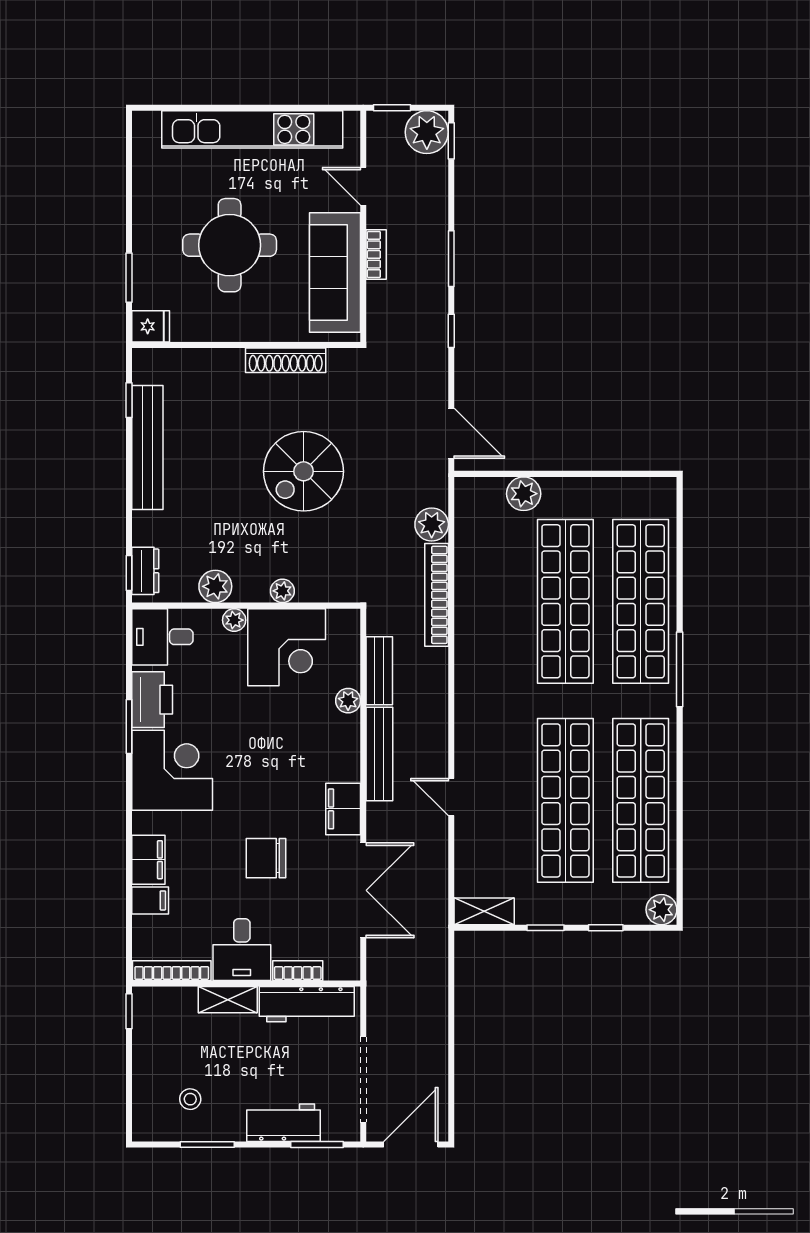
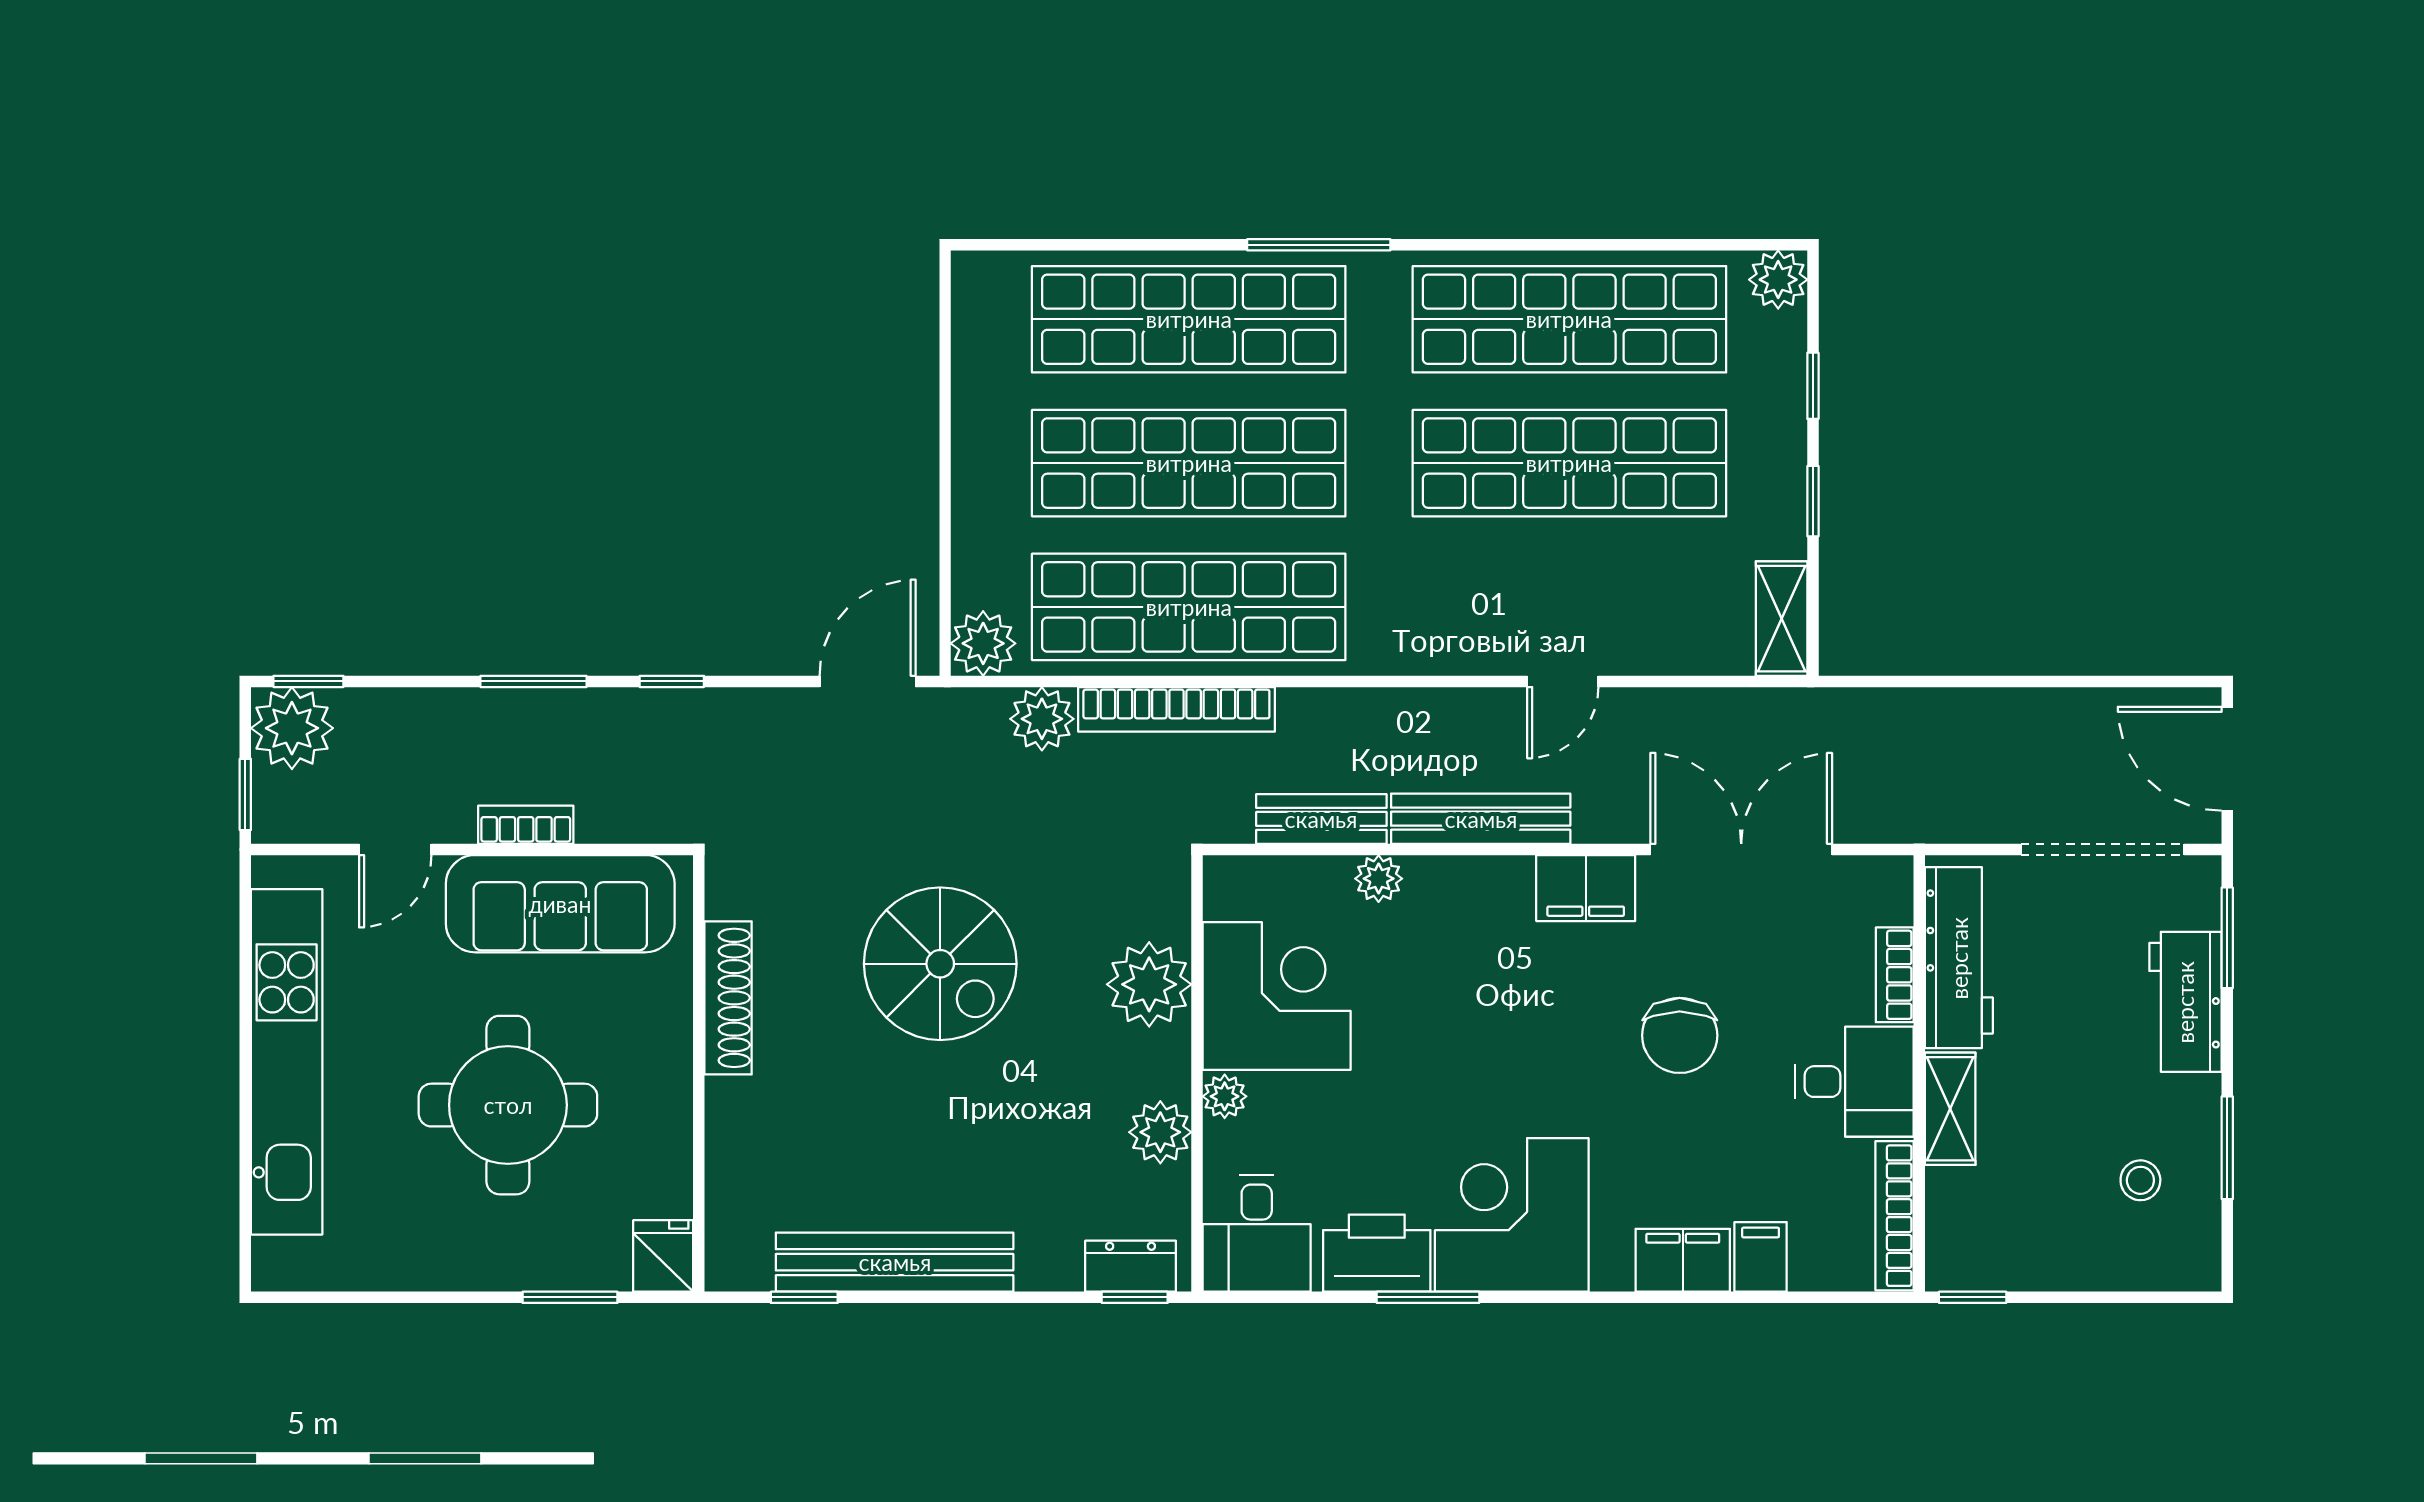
plant: (524, 494) -> (983, 643), moved
plant: (282, 591) -> (1149, 984), width x1.88, depth x1.88
shop shelf: (490, 601) -> (1189, 607), added

